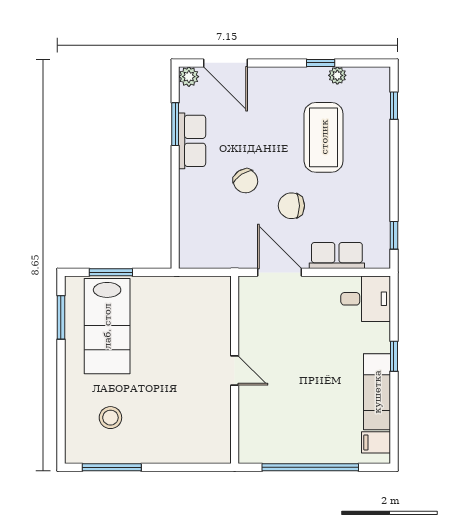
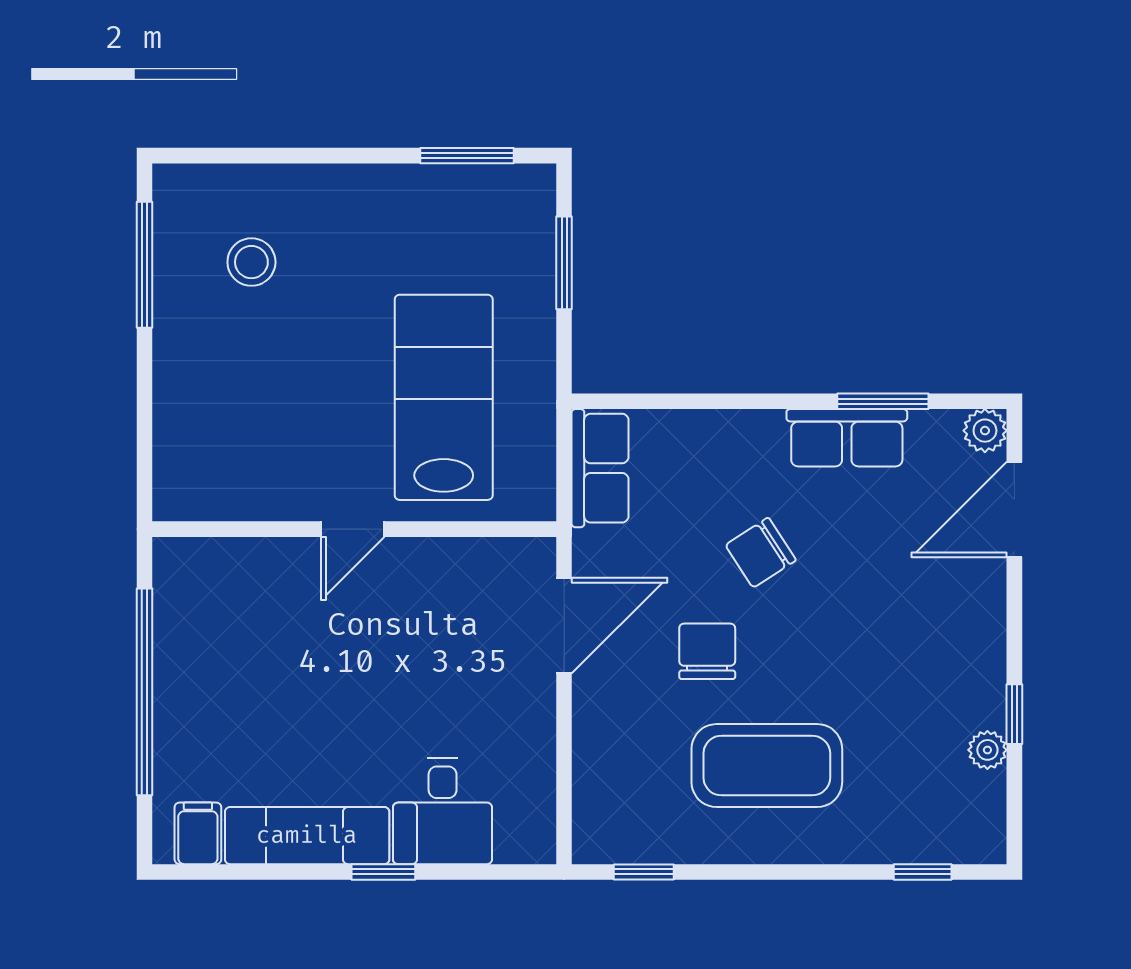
coffee table: (324, 137) -> (767, 766), moved
row of seats: (337, 256) -> (600, 468), moved
desk: (366, 299) -> (443, 811), moved
lab bench: (107, 326) -> (444, 397), moved, turned 90

